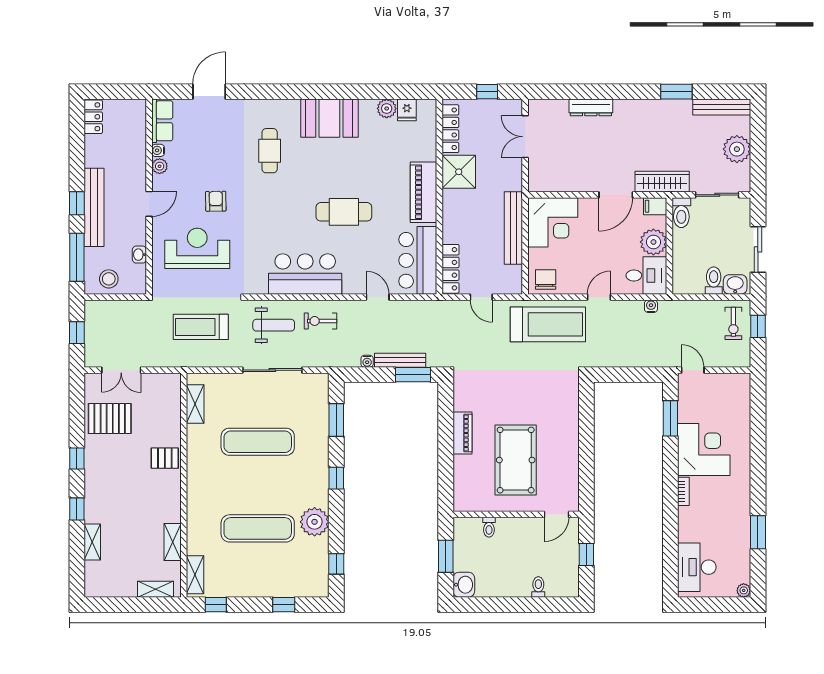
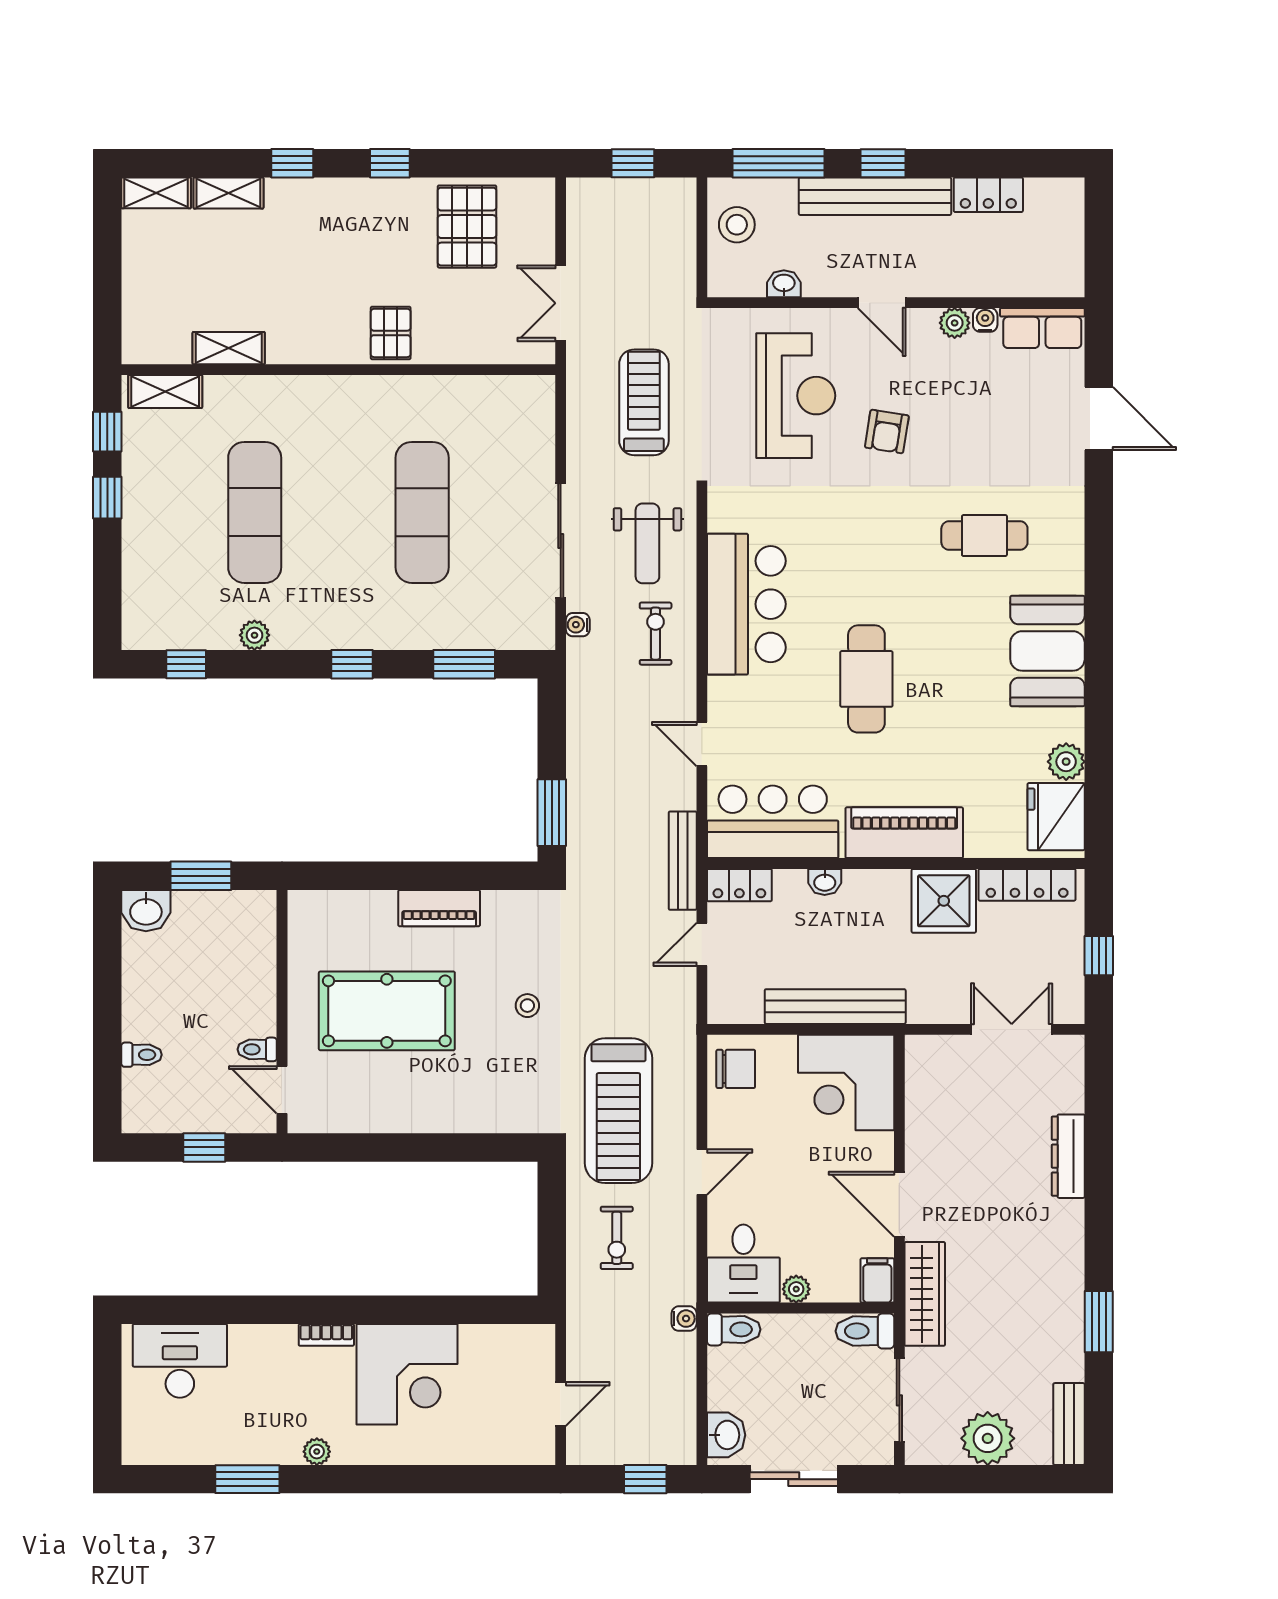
bench: (722, 107) -> (1069, 1424), width x0.73
fridge: (407, 110) -> (1056, 817), width x1.88, depth x1.34
locker: (93, 117) -> (988, 195), moved
armchair: (216, 201) -> (887, 431), turned 100
washbasin: (449, 233) -> (825, 882), added
plant: (653, 242) -> (796, 1289), width x0.53, depth x0.53
locker: (451, 269) -> (739, 885), width x0.66
toilet: (714, 281) -> (734, 1329), moved
door: (378, 297) -> (702, 744), swing flipped
door: (599, 297) -> (702, 1172), hinge flipped
water cooler: (651, 306) -> (684, 1319), moved
exercise bike: (733, 323) -> (617, 1238), moved, turned -90
treadmill: (548, 324) -> (618, 1111), moved
bench: (400, 360) -> (683, 861), moved
water cooler: (367, 361) -> (578, 625), moved
double door: (121, 370) -> (561, 303), moved
door: (693, 370) -> (561, 1404), moved
stool: (513, 387) -> (527, 1006), added
shelving: (195, 404) -> (495, 392), removed
window: (670, 418) -> (467, 1310), removed
plant: (315, 522) -> (254, 635), width x0.53, depth x0.53
toilet: (489, 527) -> (257, 1049), moved
shelving: (156, 589) -> (156, 193), moved, turned 90
plant: (744, 590) -> (317, 1452), moved
window: (284, 605) -> (107, 498), moved

